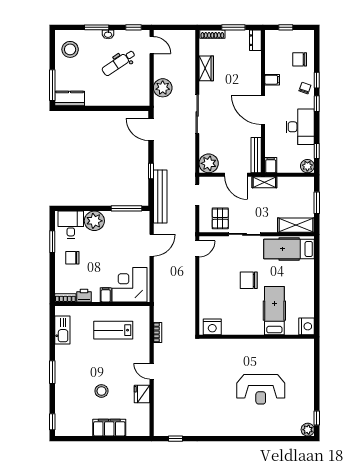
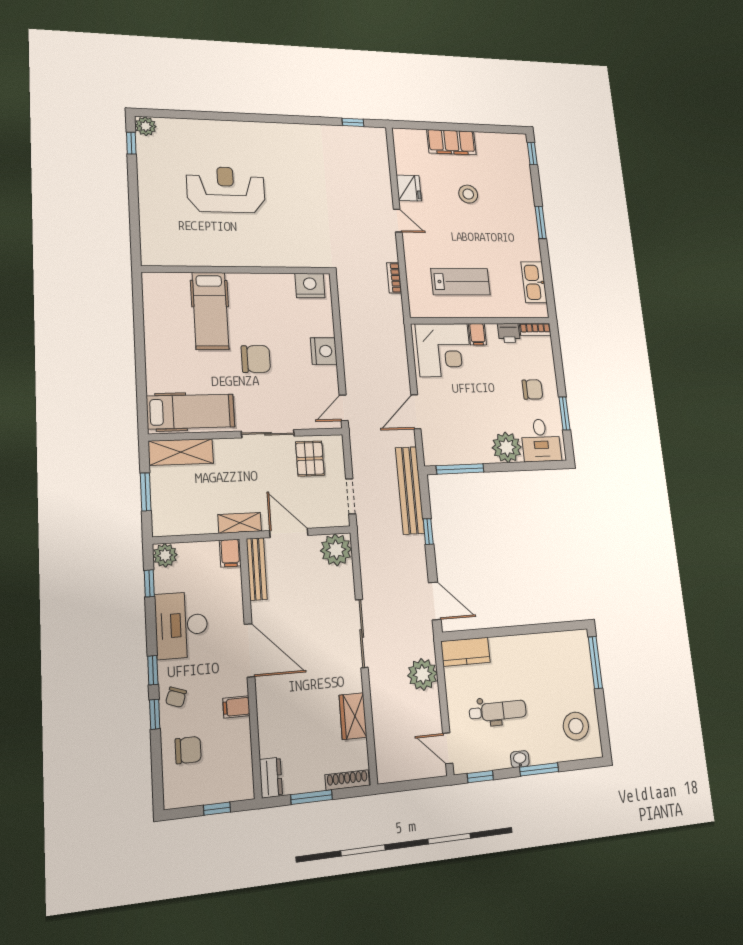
dental chair: (119, 63) -> (498, 711), turned 34
kitchen counter: (70, 98) -> (465, 652), moved
nightstand: (307, 326) -> (324, 351), moved, turned 180

